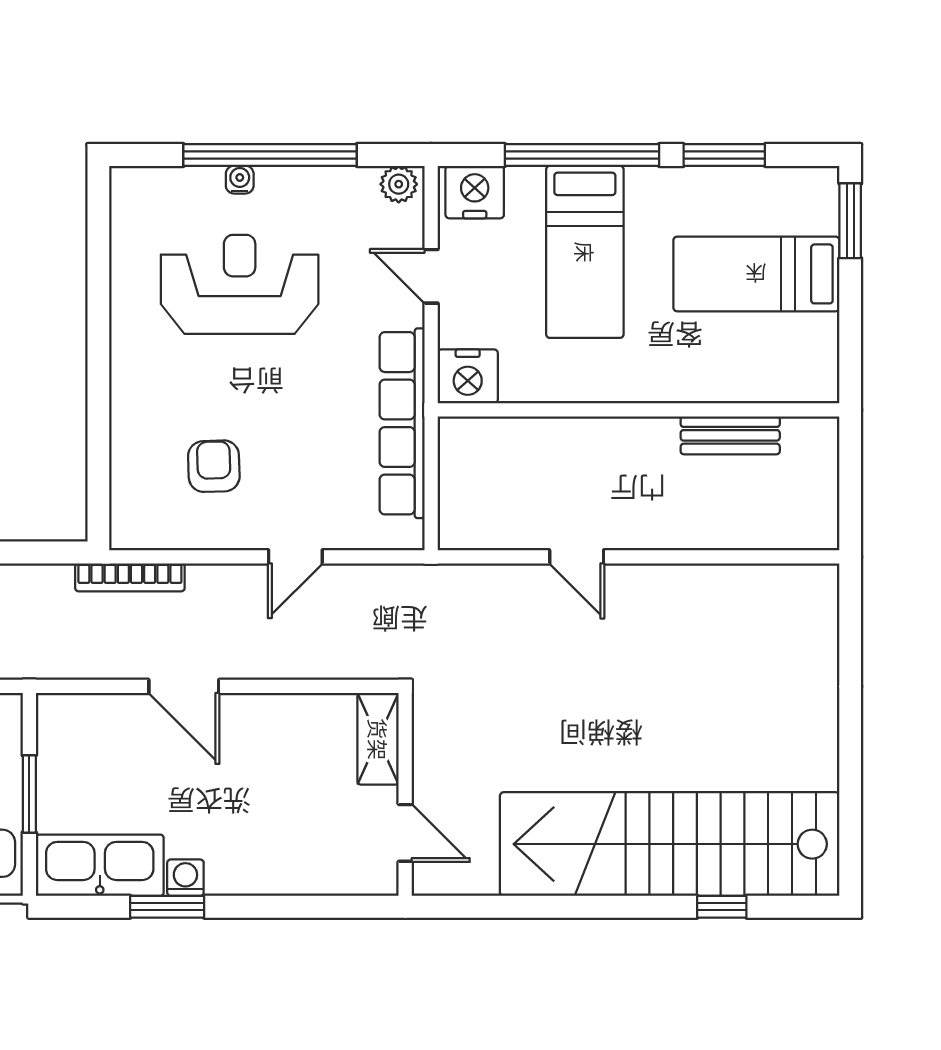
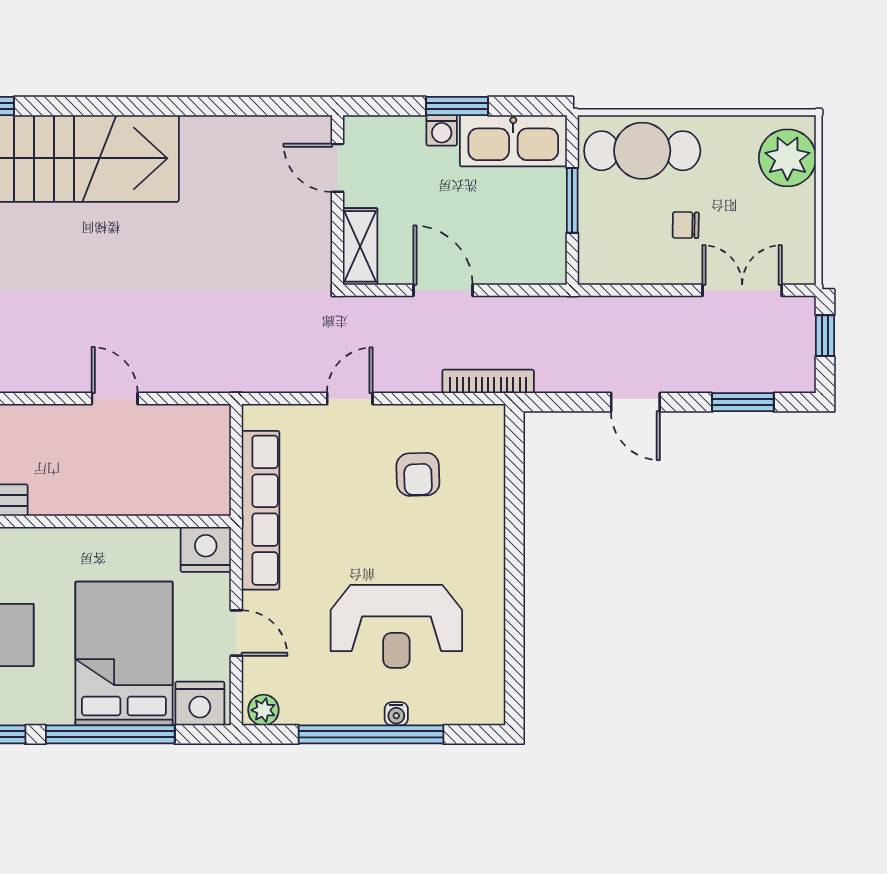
bed: (585, 252) -> (124, 653), width x1.50
shelving: (378, 739) -> (360, 246), moved
wall: (405, 794) -> (337, 200), moved
door: (405, 833) -> (337, 168), moved

